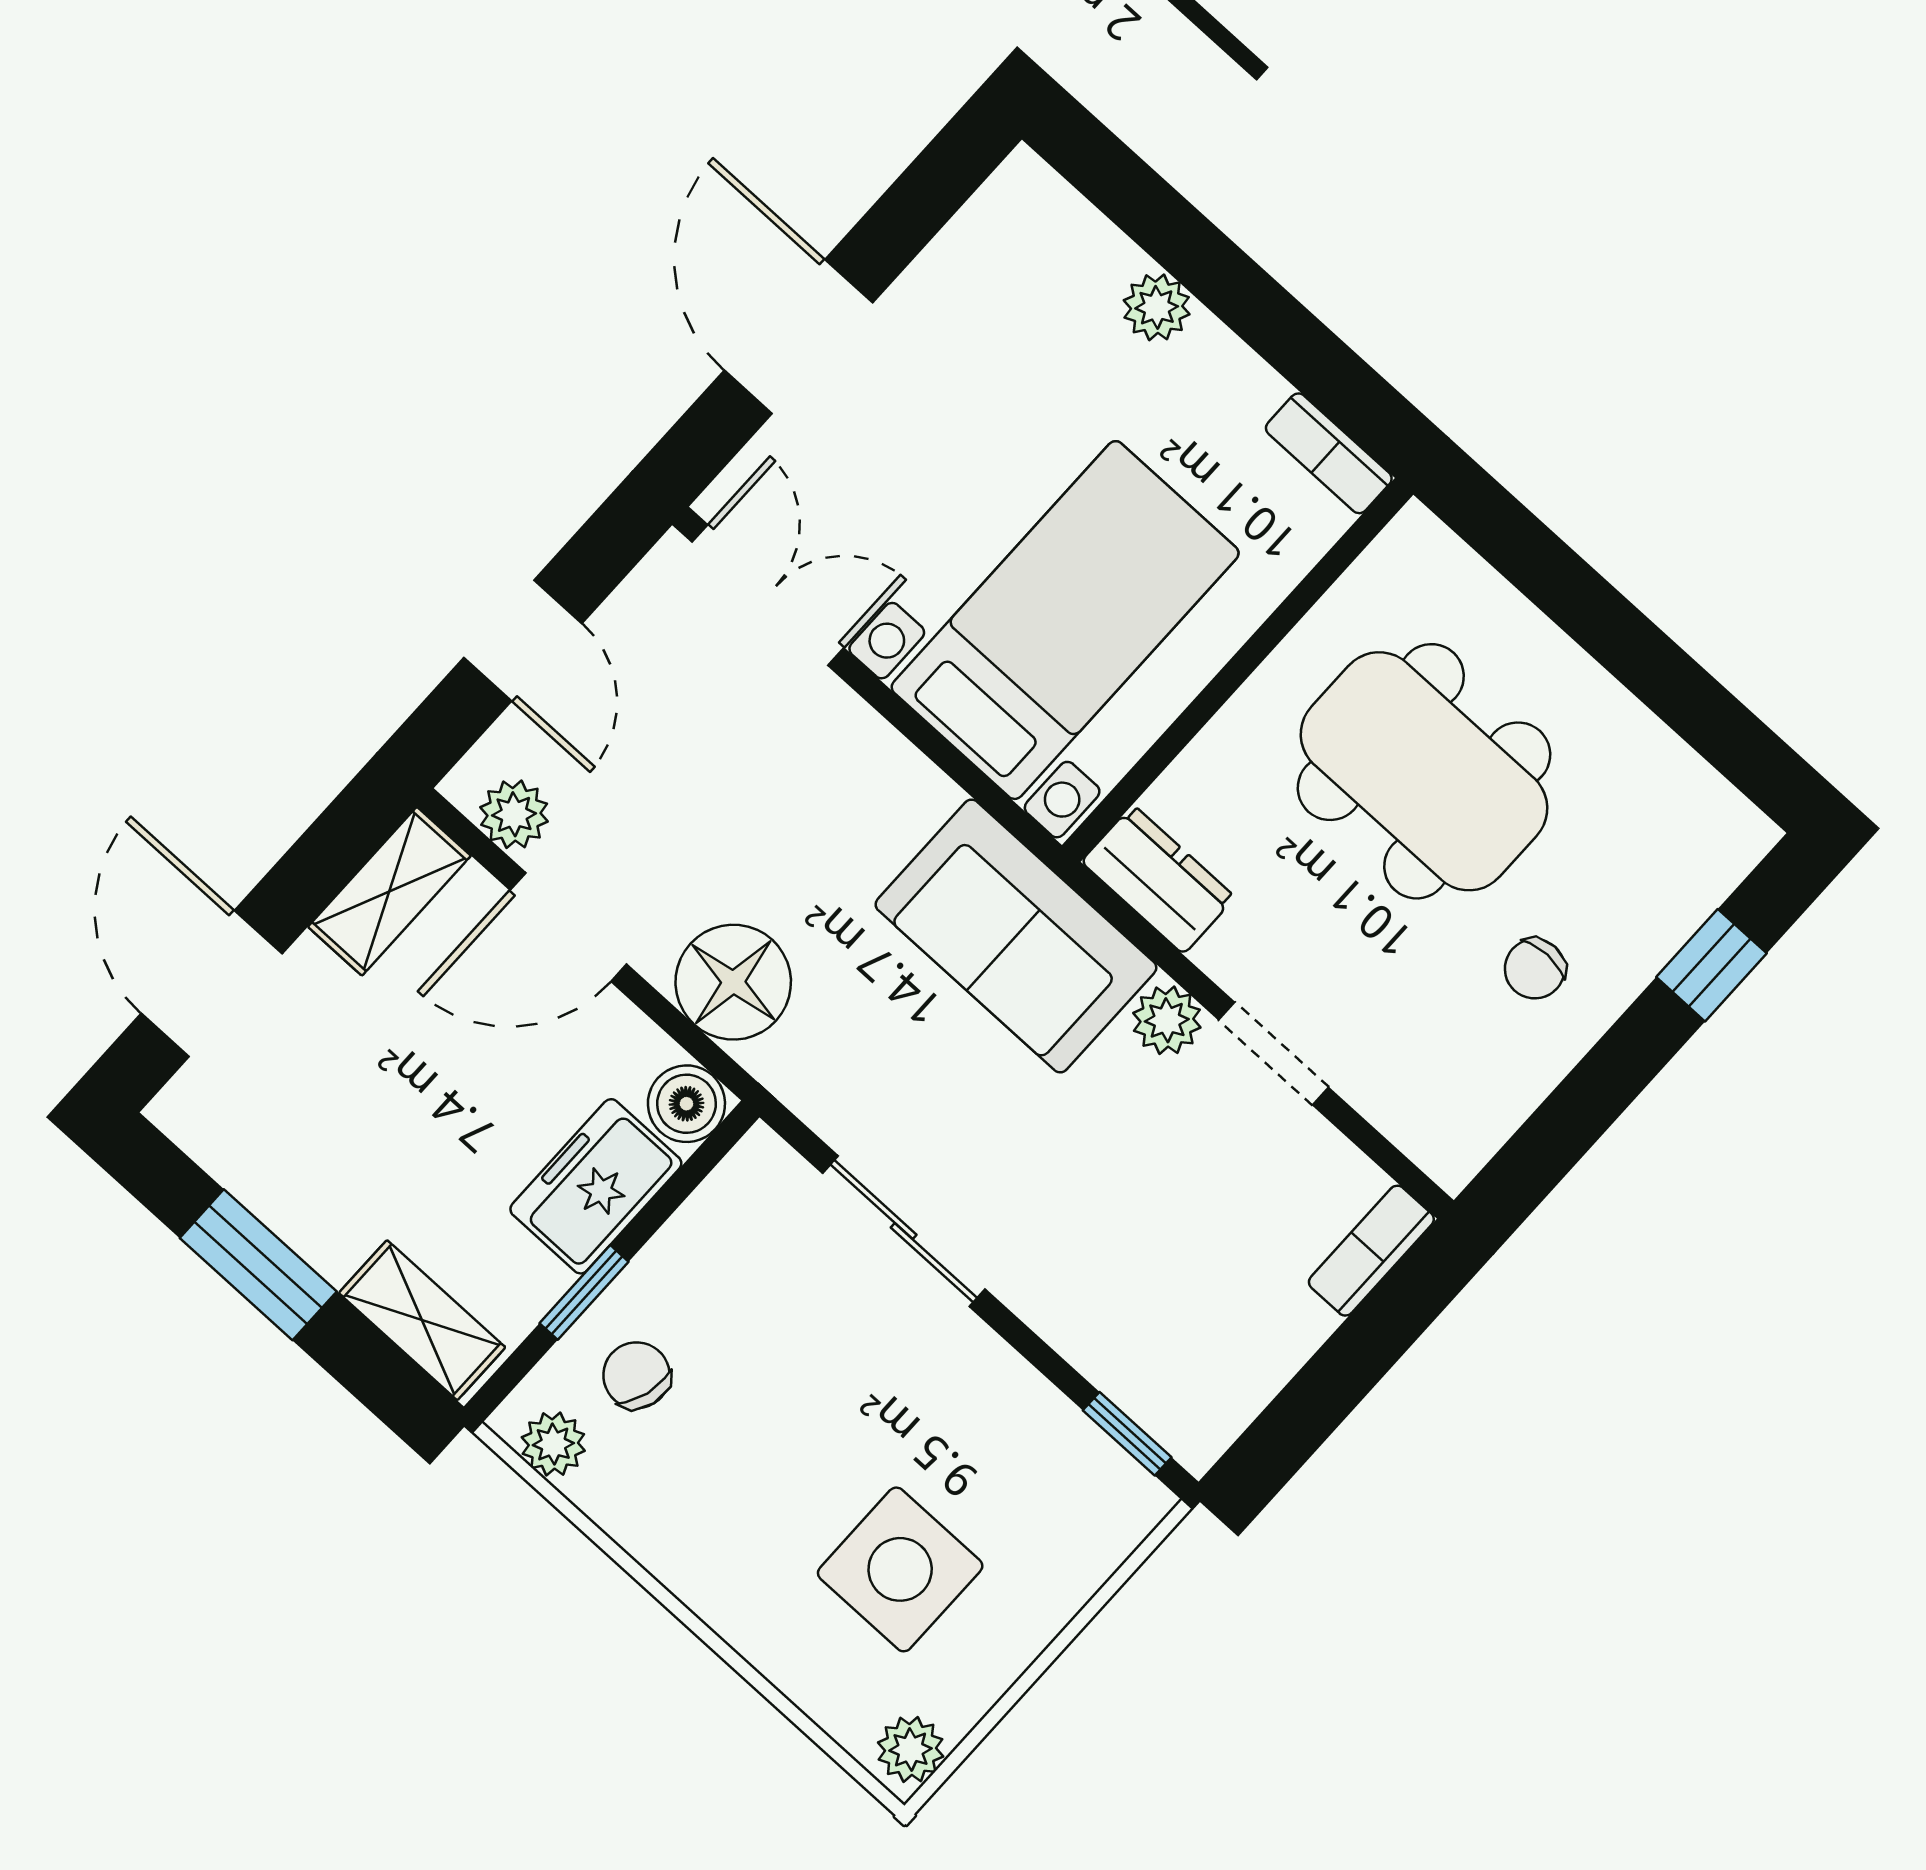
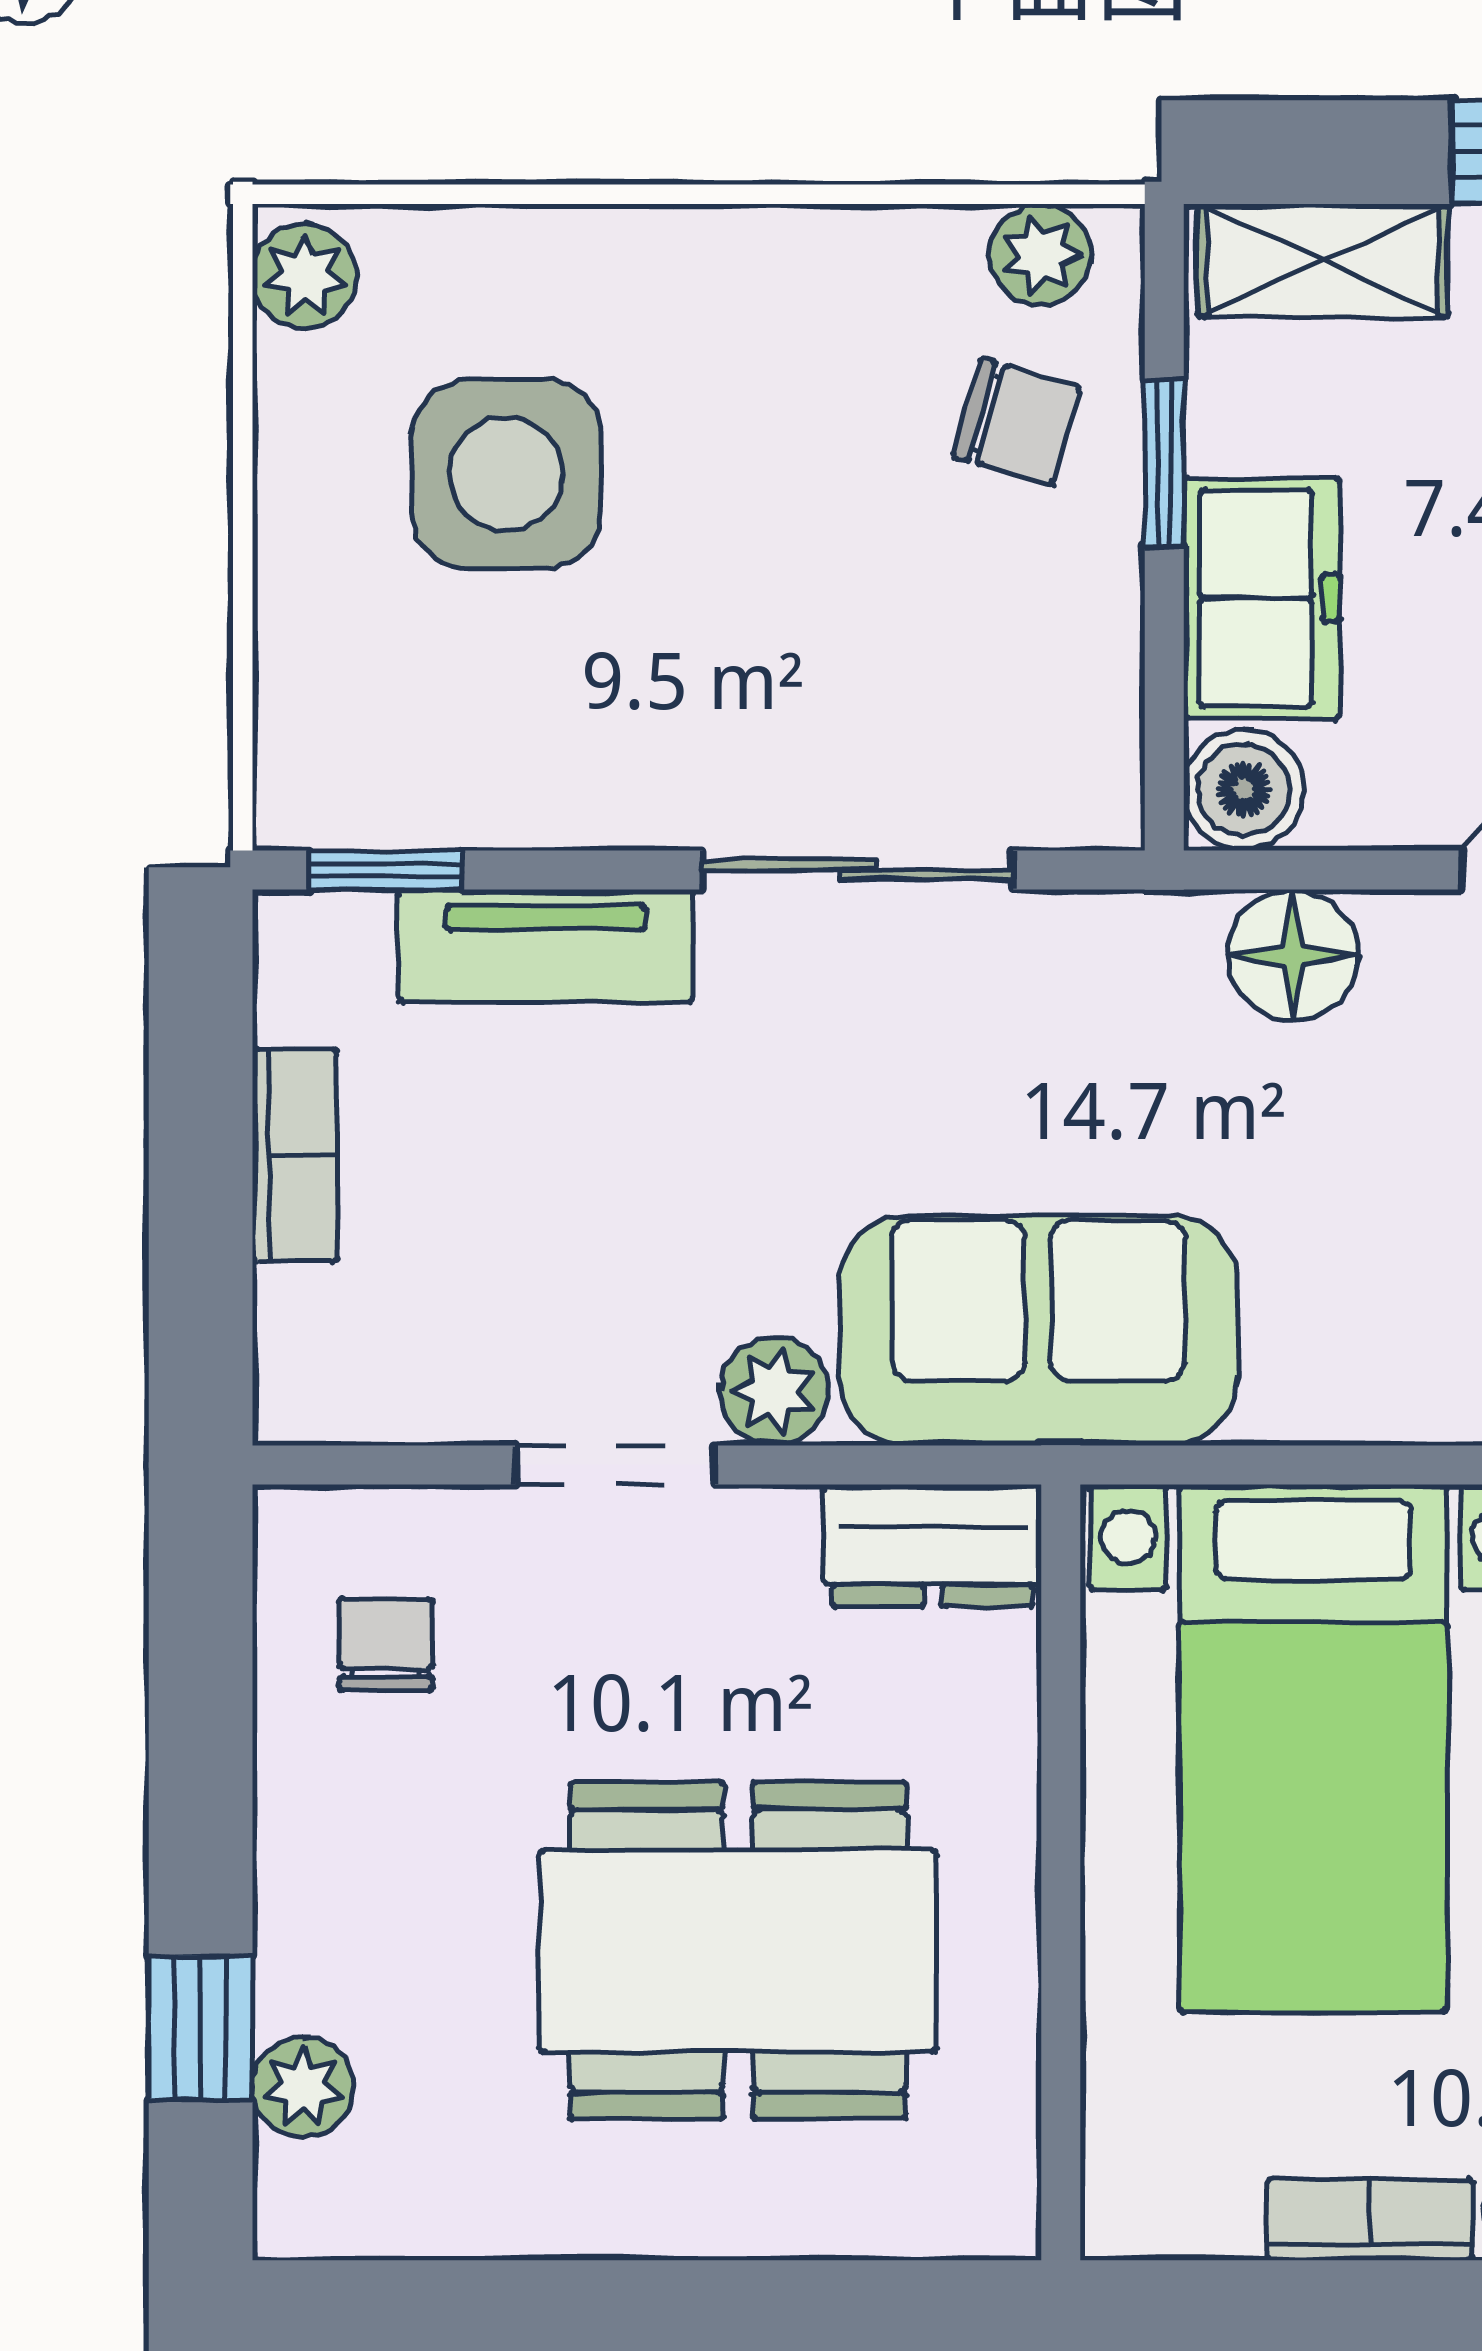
bookcase: (1329, 453) -> (1370, 2219), moved
plant: (1689, 893) -> (303, 2087), added
chair: (1535, 969) -> (386, 1644), moved
floor lamp: (733, 982) -> (1293, 955), width x0.73, depth x0.73
bookcase: (1371, 1251) -> (295, 1155), moved
tv unit: (1084, 1329) -> (546, 946), added

